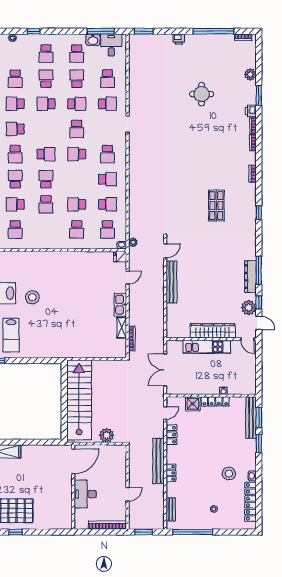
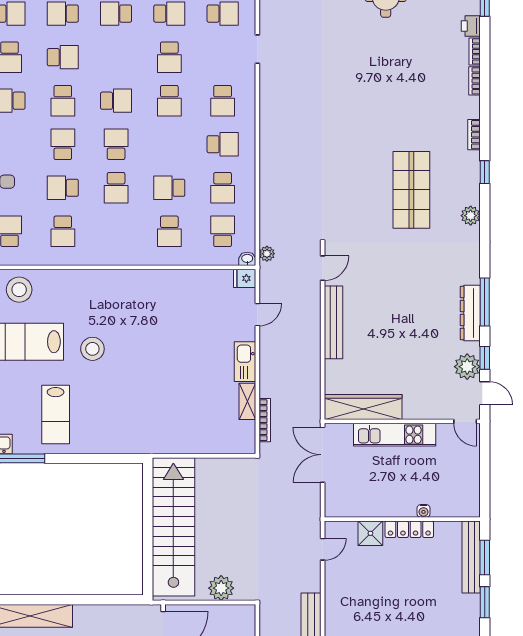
school desk: (15, 129) -> (63, 57), turned 180
school desk: (77, 154) -> (169, 101), turned -90
school desk: (107, 204) -> (223, 188), turned 90
shop shelf: (216, 206) -> (411, 190), width x1.43, depth x1.36
window: (259, 213) -> (485, 172), moved
plant: (251, 220) -> (471, 216), added
school desk: (107, 229) -> (223, 231), turned 180
wardrobe: (213, 331) -> (363, 407), moved
double door: (165, 370) -> (323, 455), moved
locker: (172, 435) -> (334, 587), removed

